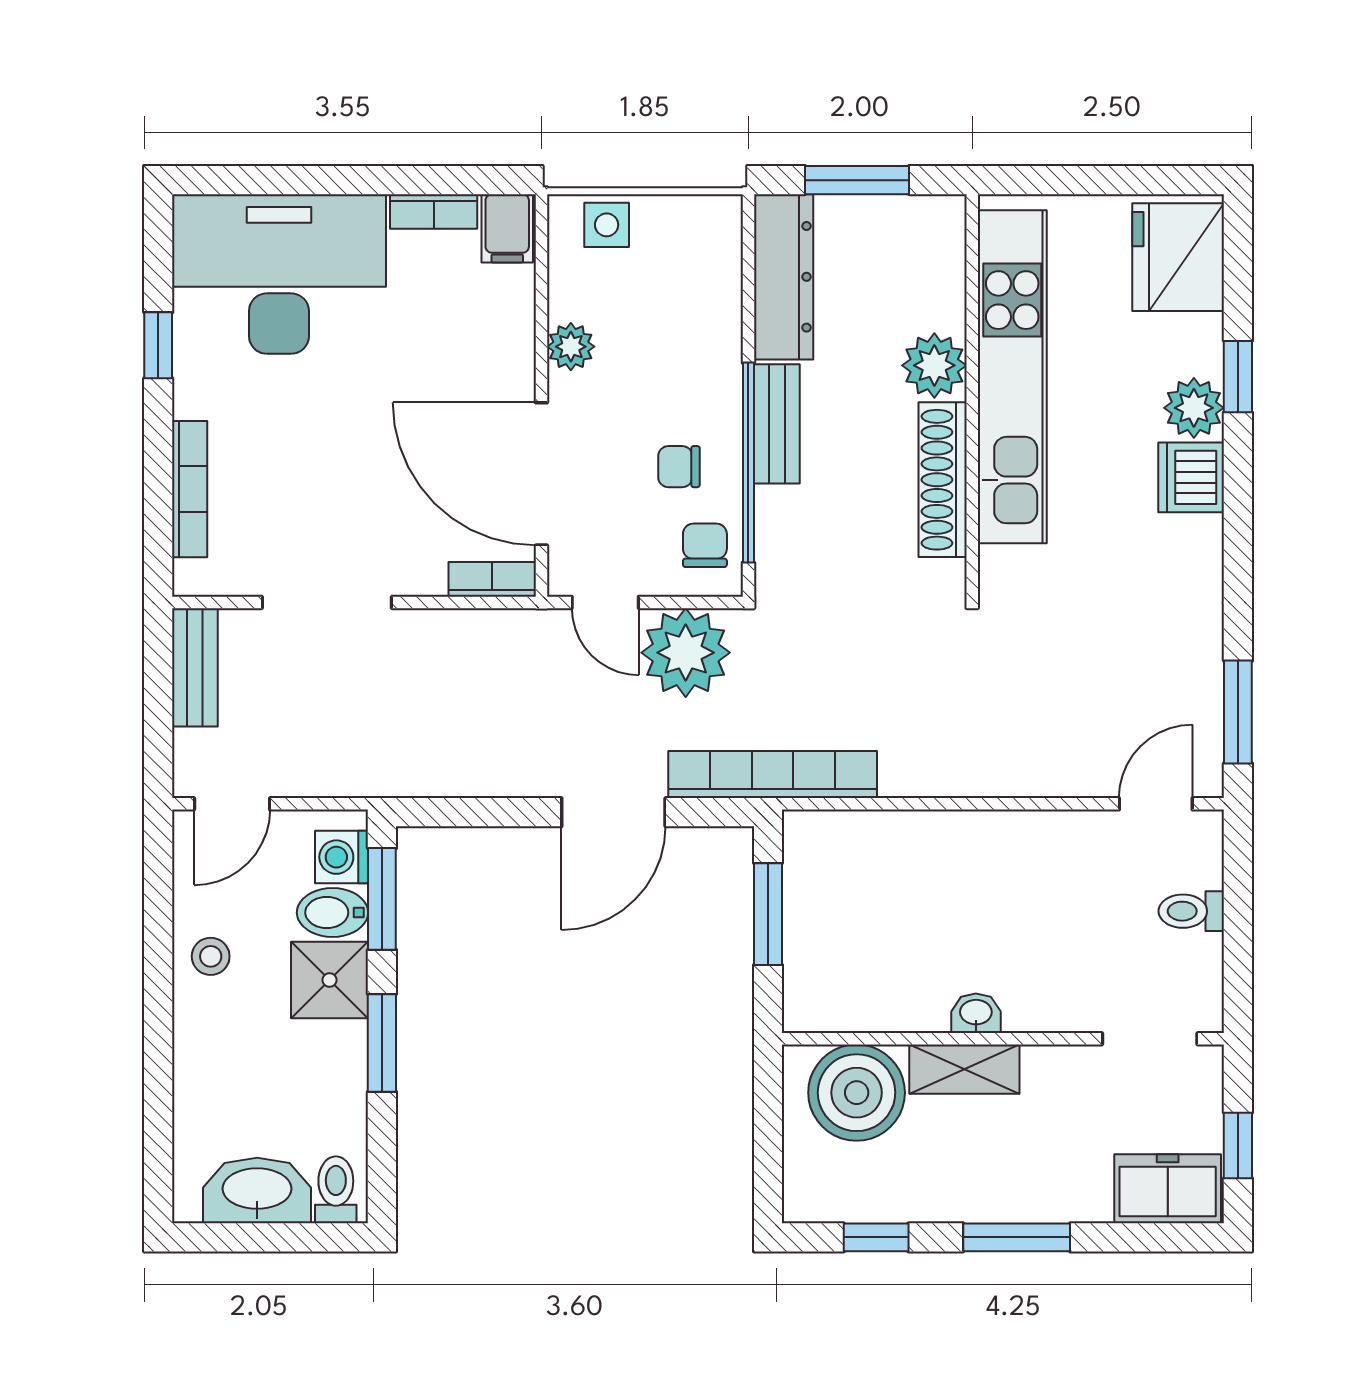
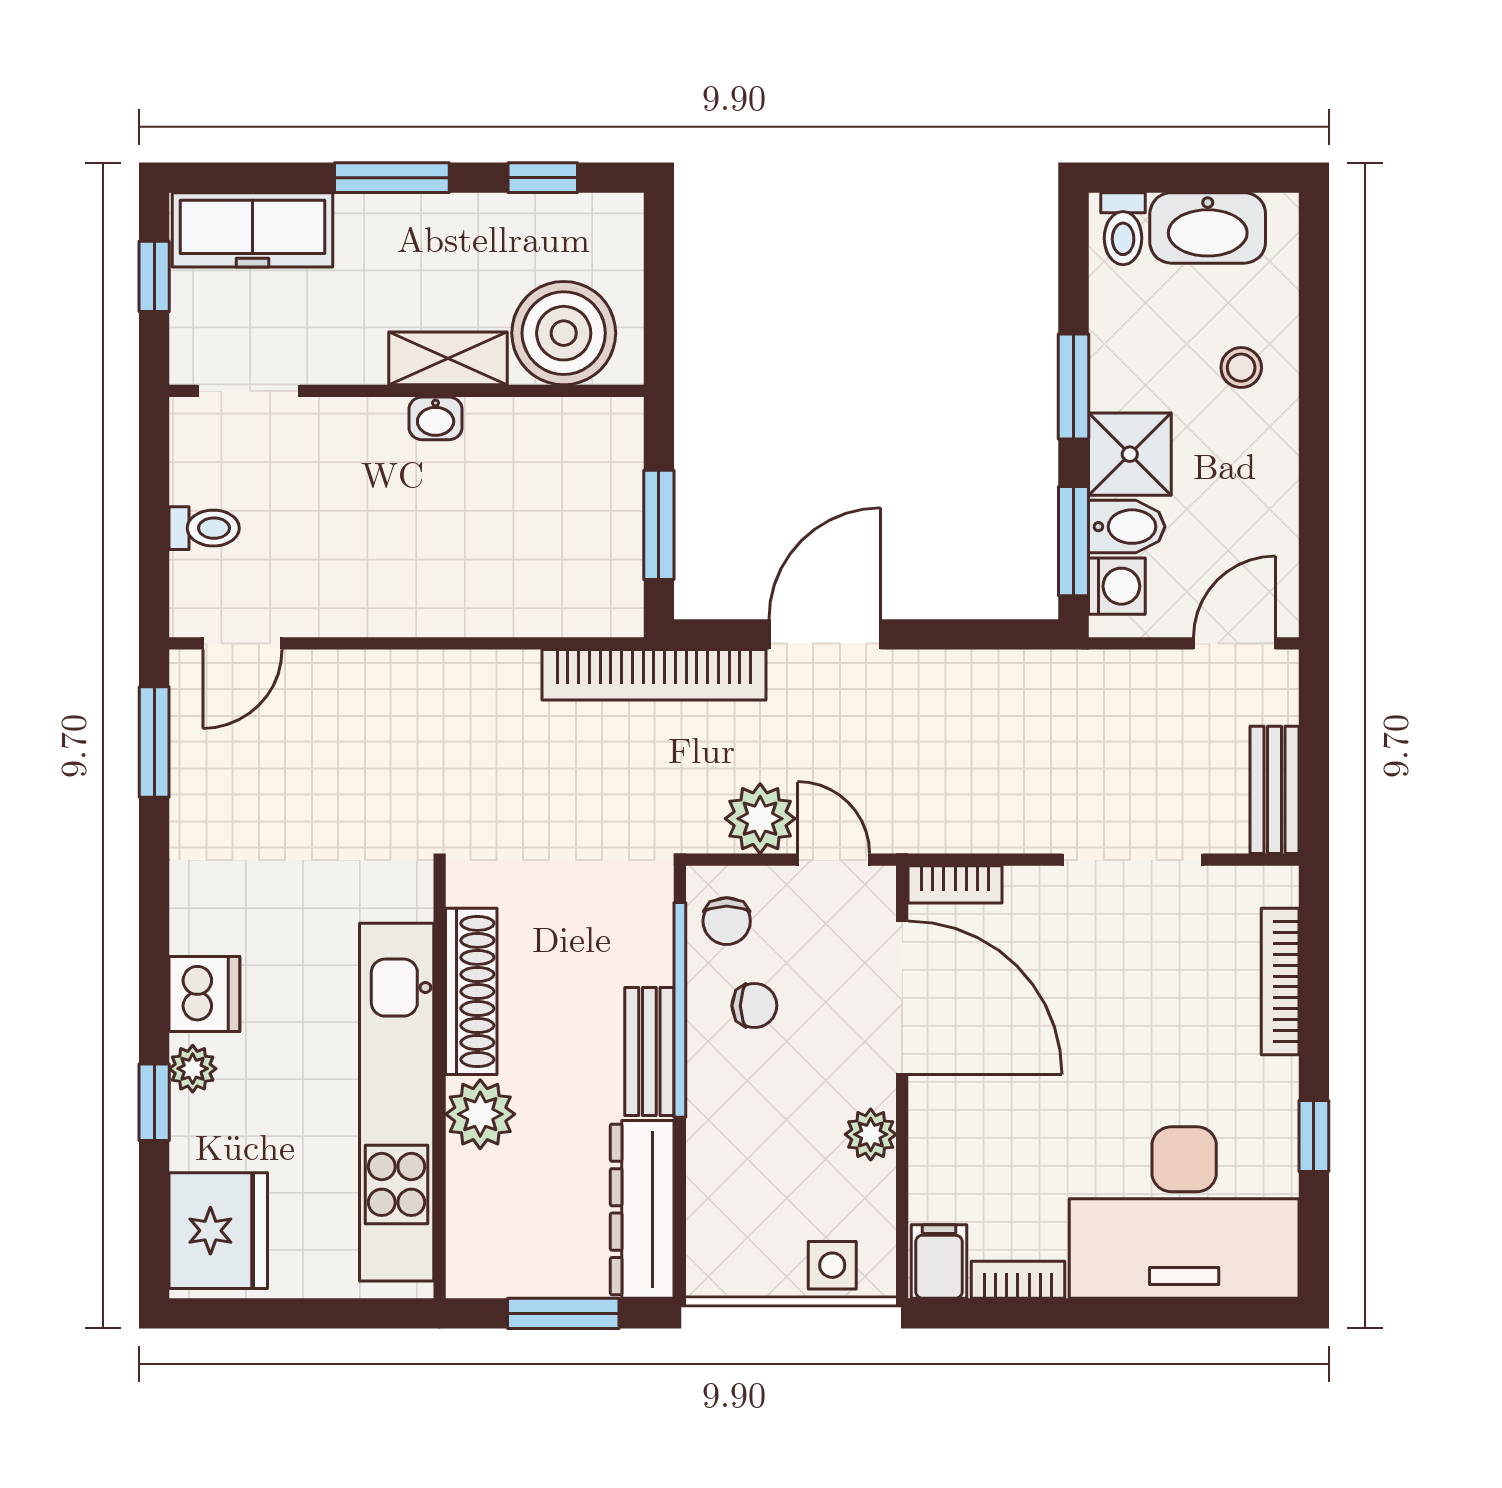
plant: (1194, 408) -> (193, 1069), width x0.73, depth x0.73
plant: (686, 653) -> (760, 819), width x0.73, depth x0.73
stool: (211, 956) -> (1241, 368), moved
freezer: (1168, 1189) -> (253, 230), width x1.40

